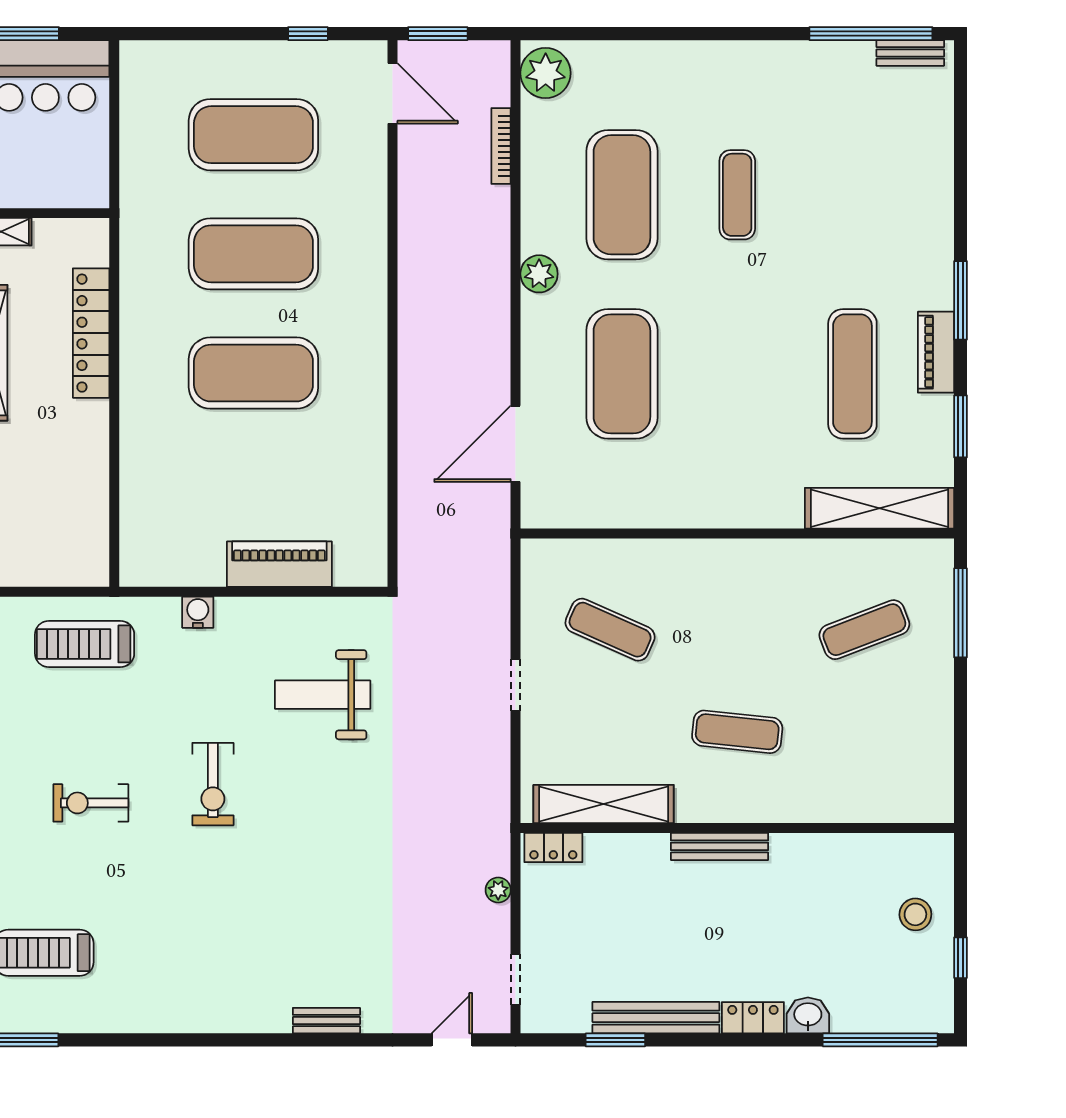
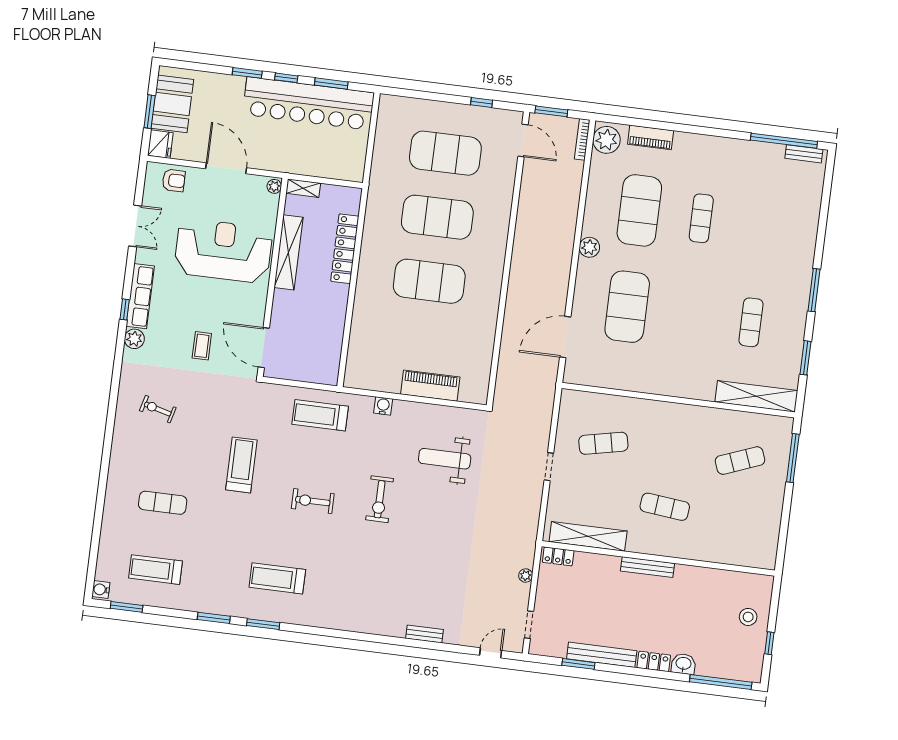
bookcase: (501, 146) -> (582, 139), moved
piano: (936, 352) -> (651, 137), moved, turned -90
exercise mat: (852, 374) -> (751, 322), width x0.73, depth x0.69
exercise mat: (610, 630) -> (603, 443), turned -36

